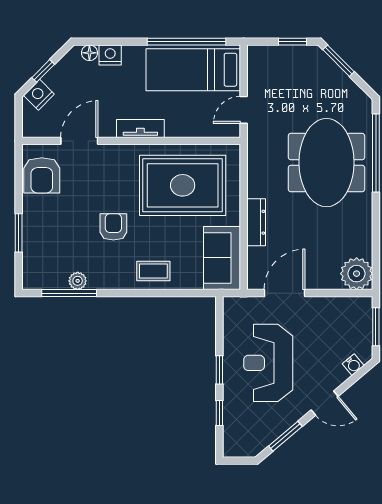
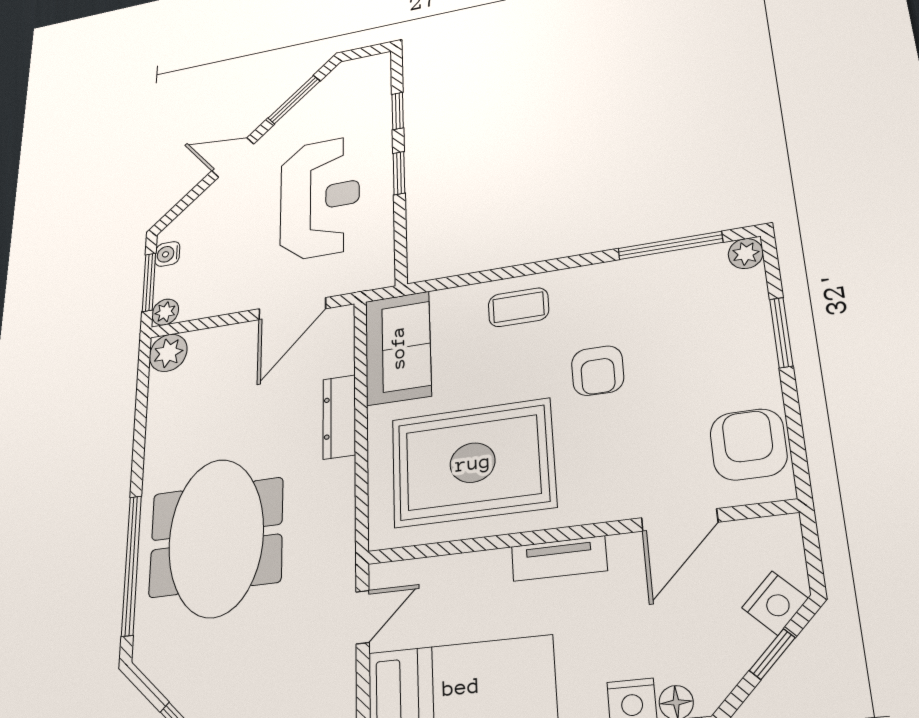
plant: (357, 274) -> (168, 353), width x0.73, depth x0.73
plant: (78, 281) -> (746, 254), moved
plant: (364, 305) -> (165, 312), added
water cooler: (353, 365) -> (167, 254), moved, turned -50

